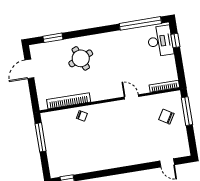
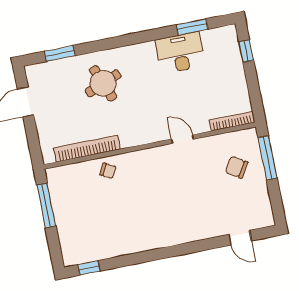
window: (140, 23) -> (192, 27), width x0.47
desk: (160, 41) -> (180, 53), moved, turned -90

